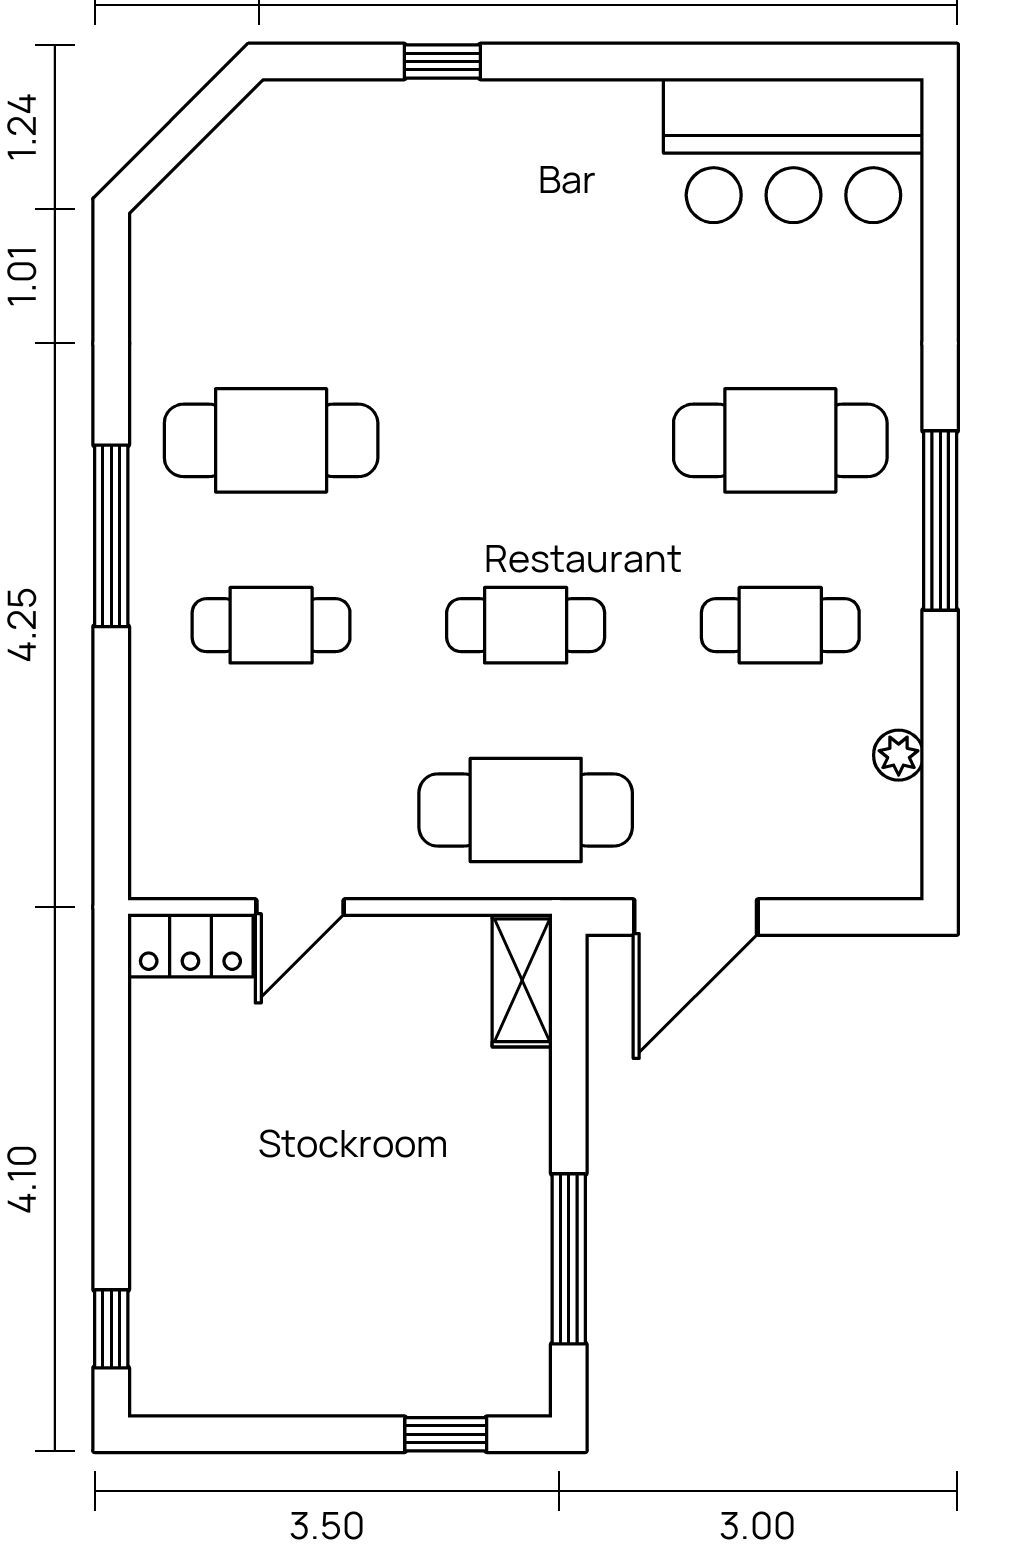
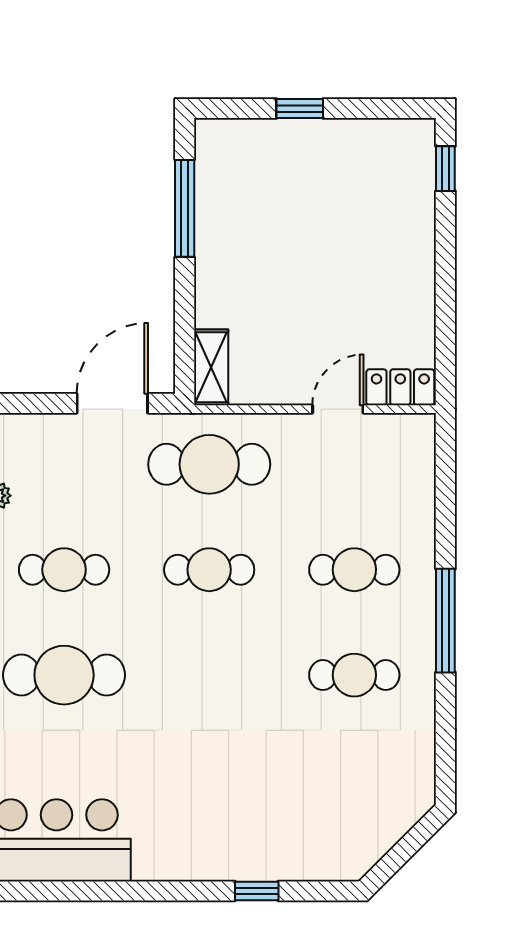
cafe table: (271, 440) -> (354, 675), width x0.73, depth x0.74
window: (446, 1434) -> (300, 108), moved

